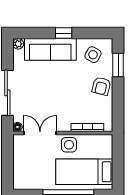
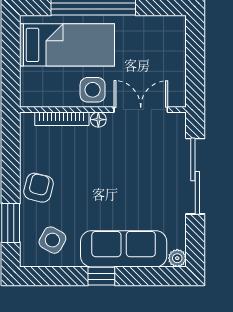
floor lamp: (17, 127) -> (98, 120), moved
double door: (40, 133) -> (141, 110), swing flipped

